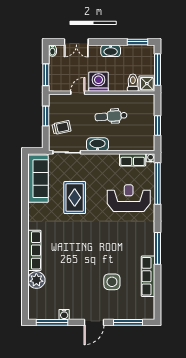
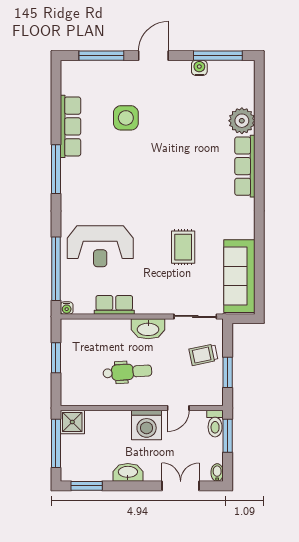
toilet: (133, 83) -> (215, 424), moved
row of seats: (133, 160) -> (114, 305), moved
rug: (75, 198) -> (183, 247), width x0.73, depth x0.70

